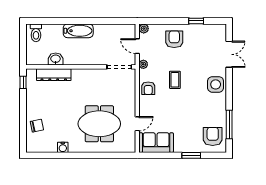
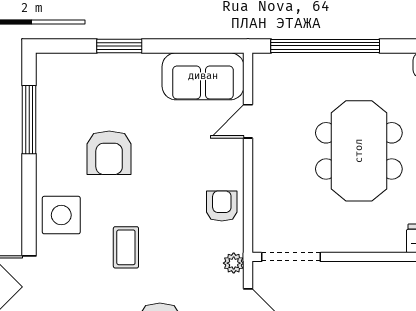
coffee table: (175, 80) -> (126, 247), moved
meeting table: (99, 124) -> (359, 151), moved, turned 90
armchair: (213, 136) -> (109, 153), moved
window: (105, 155) -> (325, 46), added

